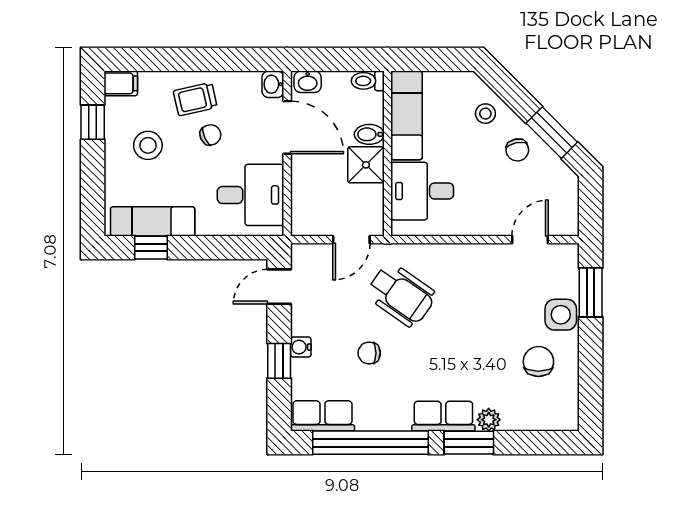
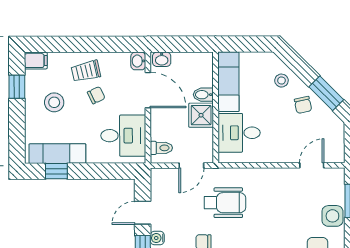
toilet: (368, 81) -> (161, 148), moved, turned 180
door: (279, 287) -> (143, 213), moved
wheelchair: (401, 295) -> (225, 203), turned -35

